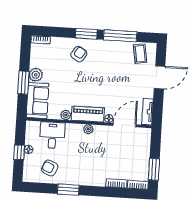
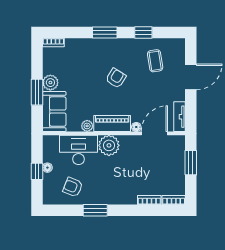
window: (120, 36) -> (143, 33), width x0.46
armchair: (79, 54) -> (116, 78), moved
coffee table: (140, 54) -> (155, 61), moved
plant: (88, 129) -> (109, 145), width x1.88, depth x1.88
desk: (52, 135) -> (79, 150), width x1.37
window: (154, 169) -> (191, 163), moved

